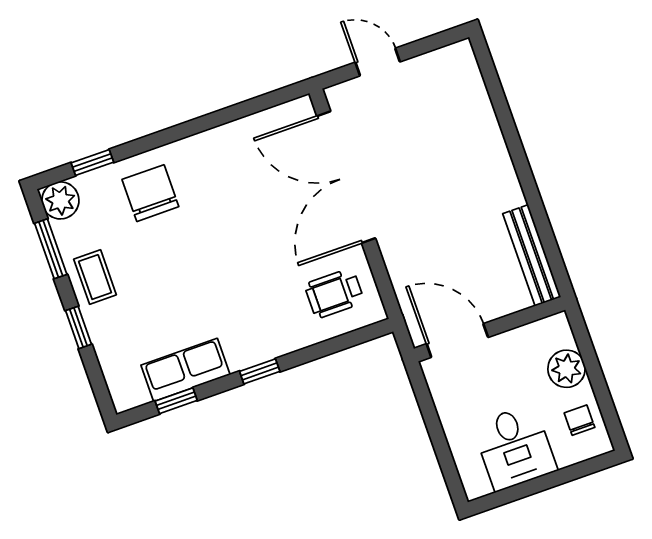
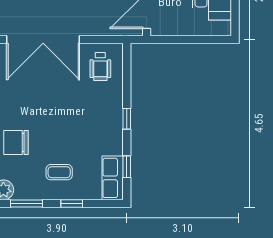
coffee table: (95, 277) -> (59, 172), moved
row of seats: (186, 370) -> (113, 178), moved

